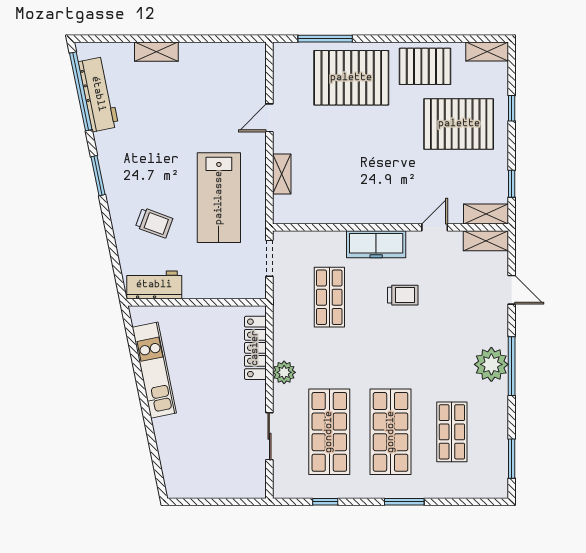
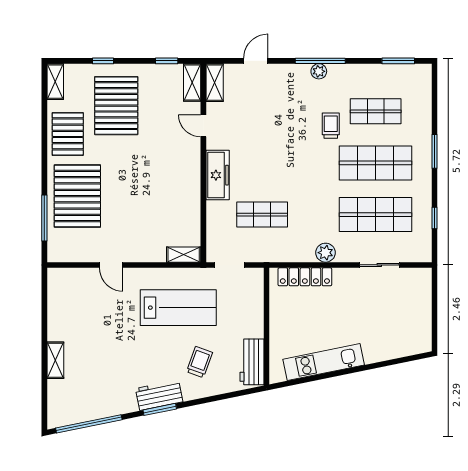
workbench: (98, 94) -> (159, 395), moved, width x0.73
shelving: (282, 174) -> (184, 255), moved
trolley: (403, 295) -> (331, 126), moved
plant: (491, 364) -> (319, 71), width x0.53, depth x0.53

